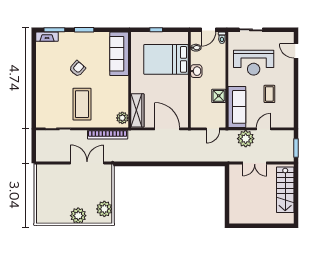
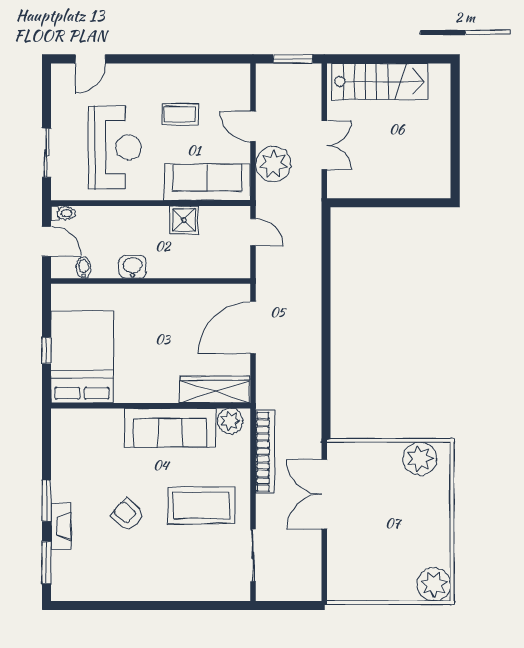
fireplace: (47, 37) -> (61, 526), moved
sofa: (119, 54) -> (170, 428), moved
bed: (166, 59) -> (82, 357), moved, turned 180
plant: (78, 216) -> (434, 584), moved

